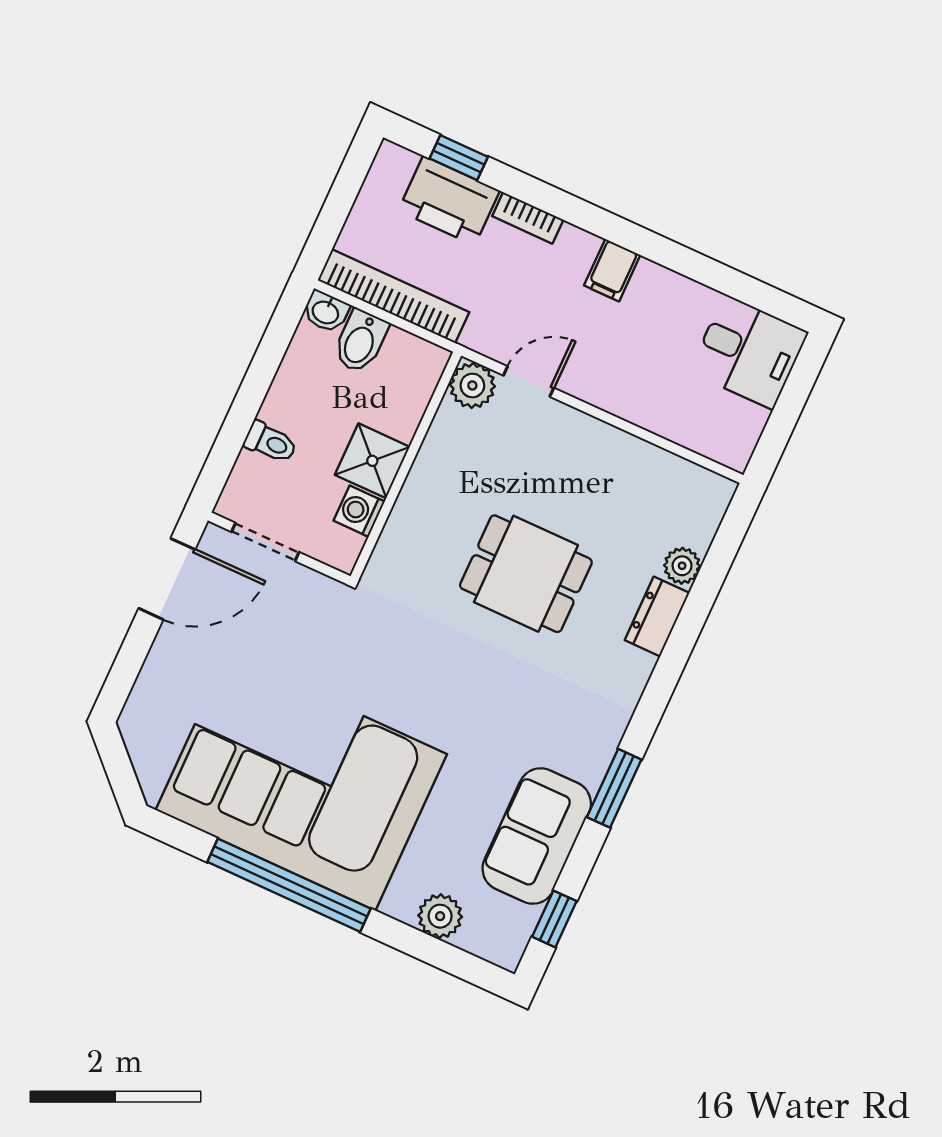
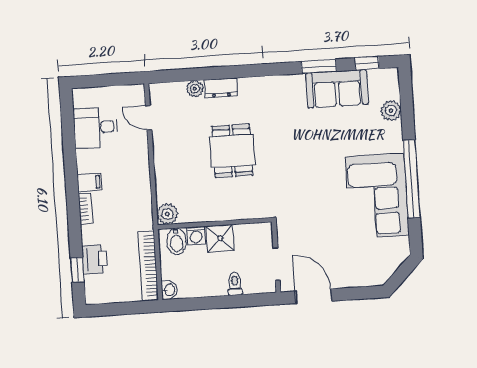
printer: (449, 201) -> (94, 259), width x0.73, depth x0.84
bookcase: (528, 218) -> (85, 208), moved
bidet: (361, 341) -> (176, 241), moved, turned 90
desk: (749, 352) -> (96, 127), moved, turned -90
door: (529, 382) -> (149, 118), moved
washing machine: (359, 511) -> (196, 236), moved
corner sofa: (301, 782) -> (377, 196), width x0.73, depth x0.74
window: (614, 788) -> (319, 66), moved

